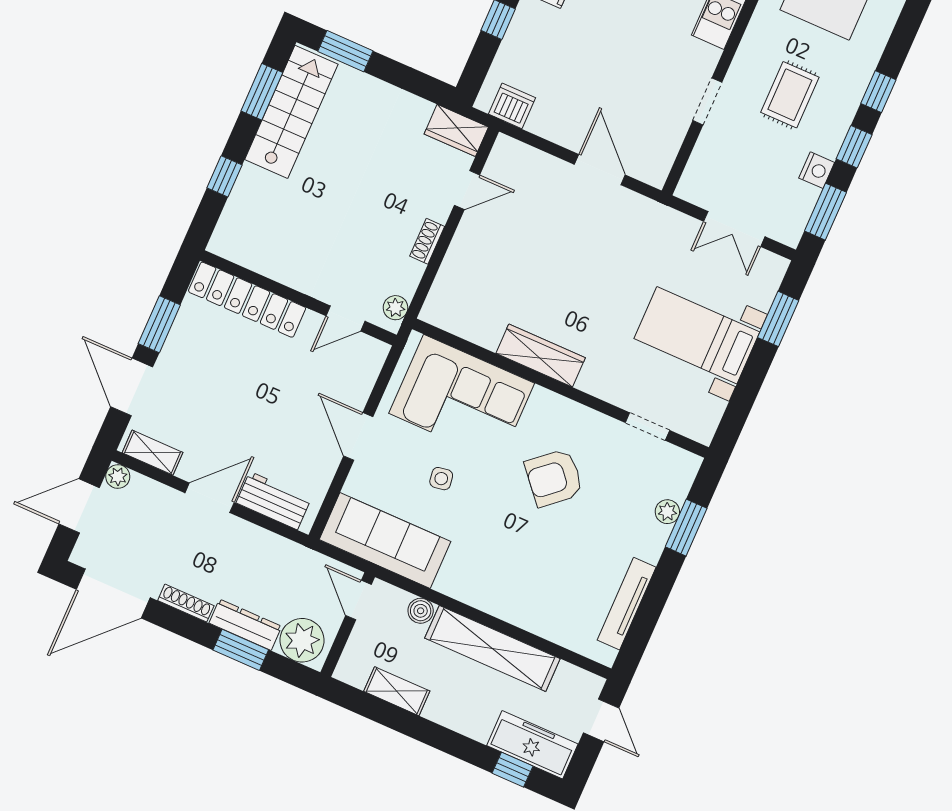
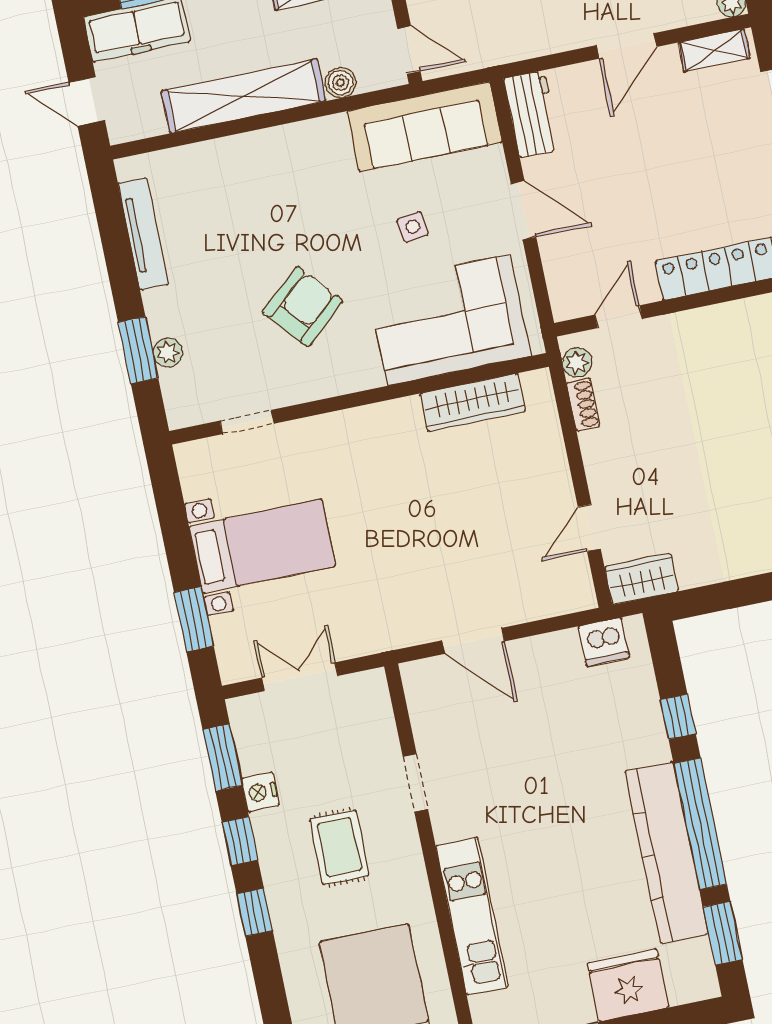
shoe rack: (427, 241) -> (583, 405), moved
wardrobe: (541, 355) -> (473, 402), moved
workbench: (274, 501) -> (532, 114), moved, turned -90

